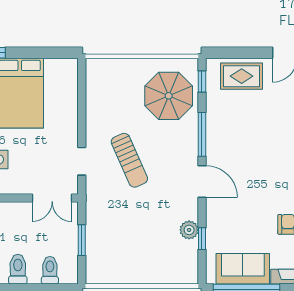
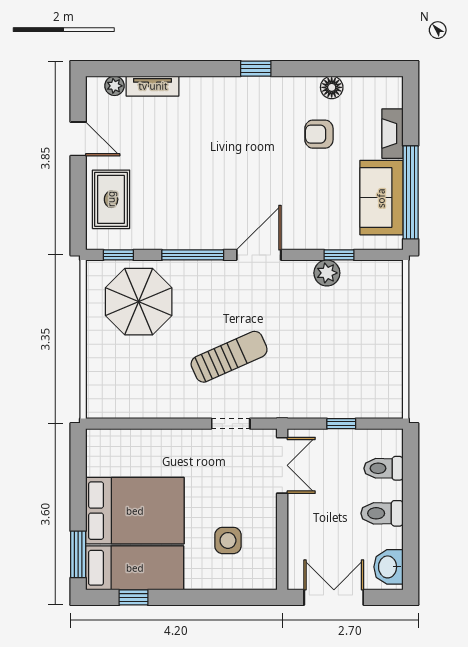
window: (82, 240) -> (341, 424), width x0.67

